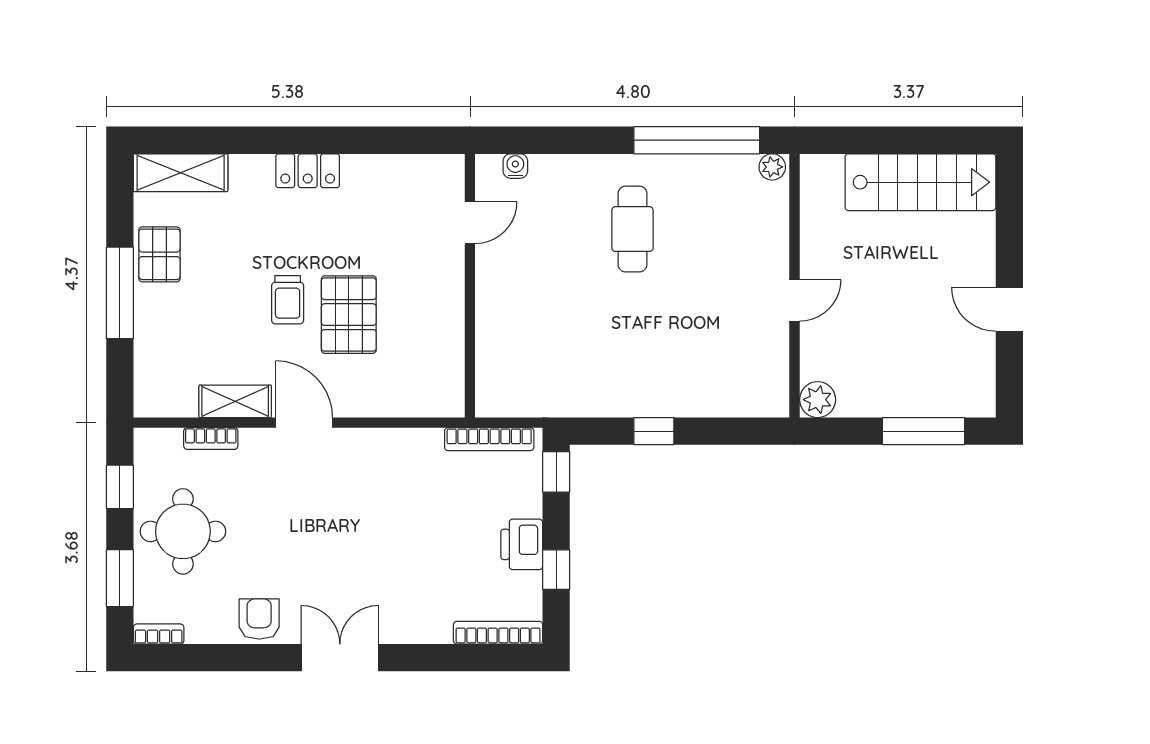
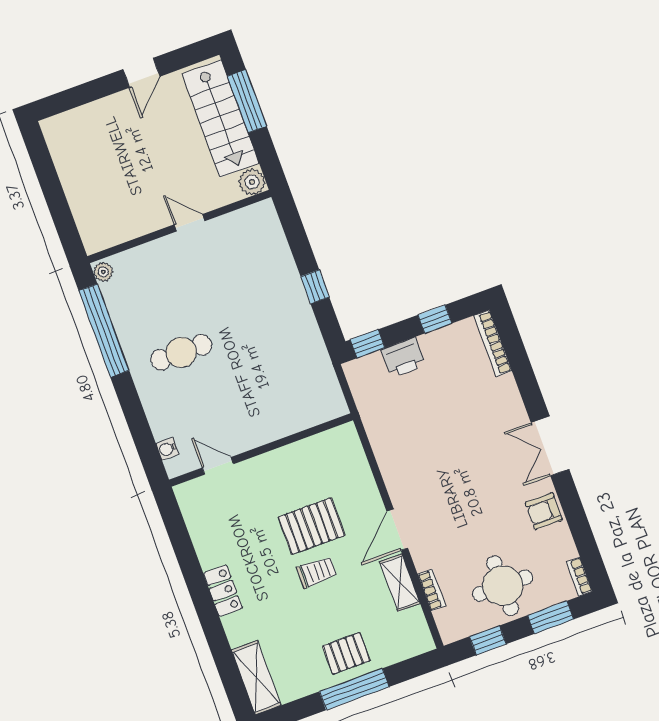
stairs: (920, 182) -> (221, 118), moved, turned 180
pallet: (159, 254) -> (346, 653), moved
bookcase: (489, 439) -> (362, 398), removed
printer: (522, 544) -> (403, 358), moved

